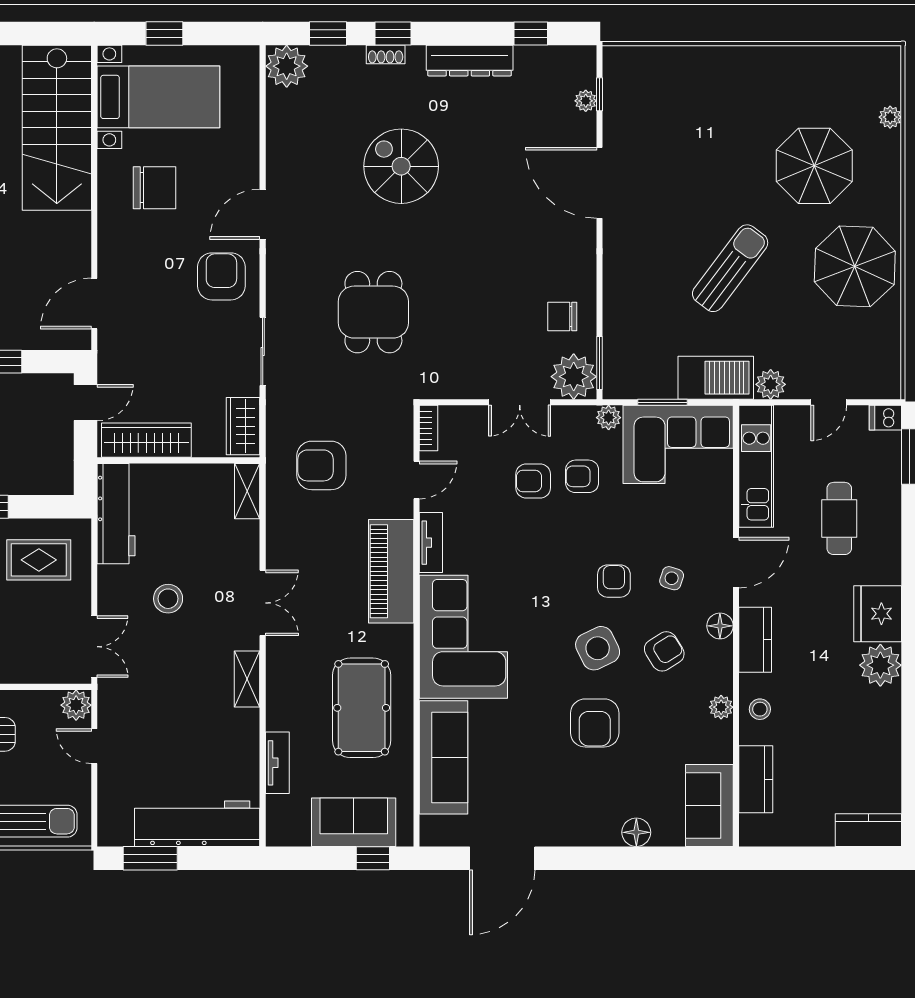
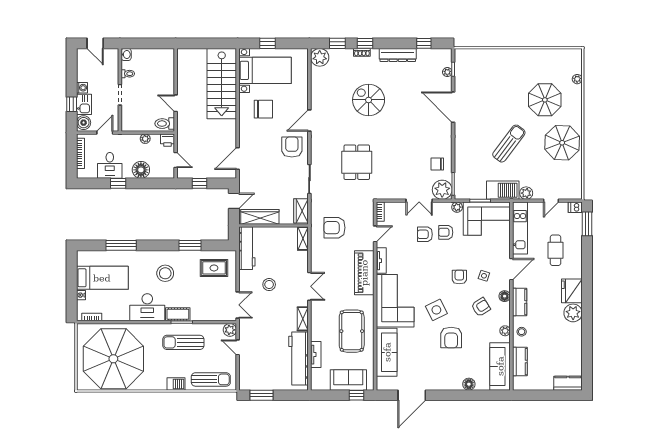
side table: (598, 648) -> (436, 310), moved
sofa: (709, 806) -> (500, 366), width x1.36
workbench: (197, 824) -> (298, 358), moved, turned -90

